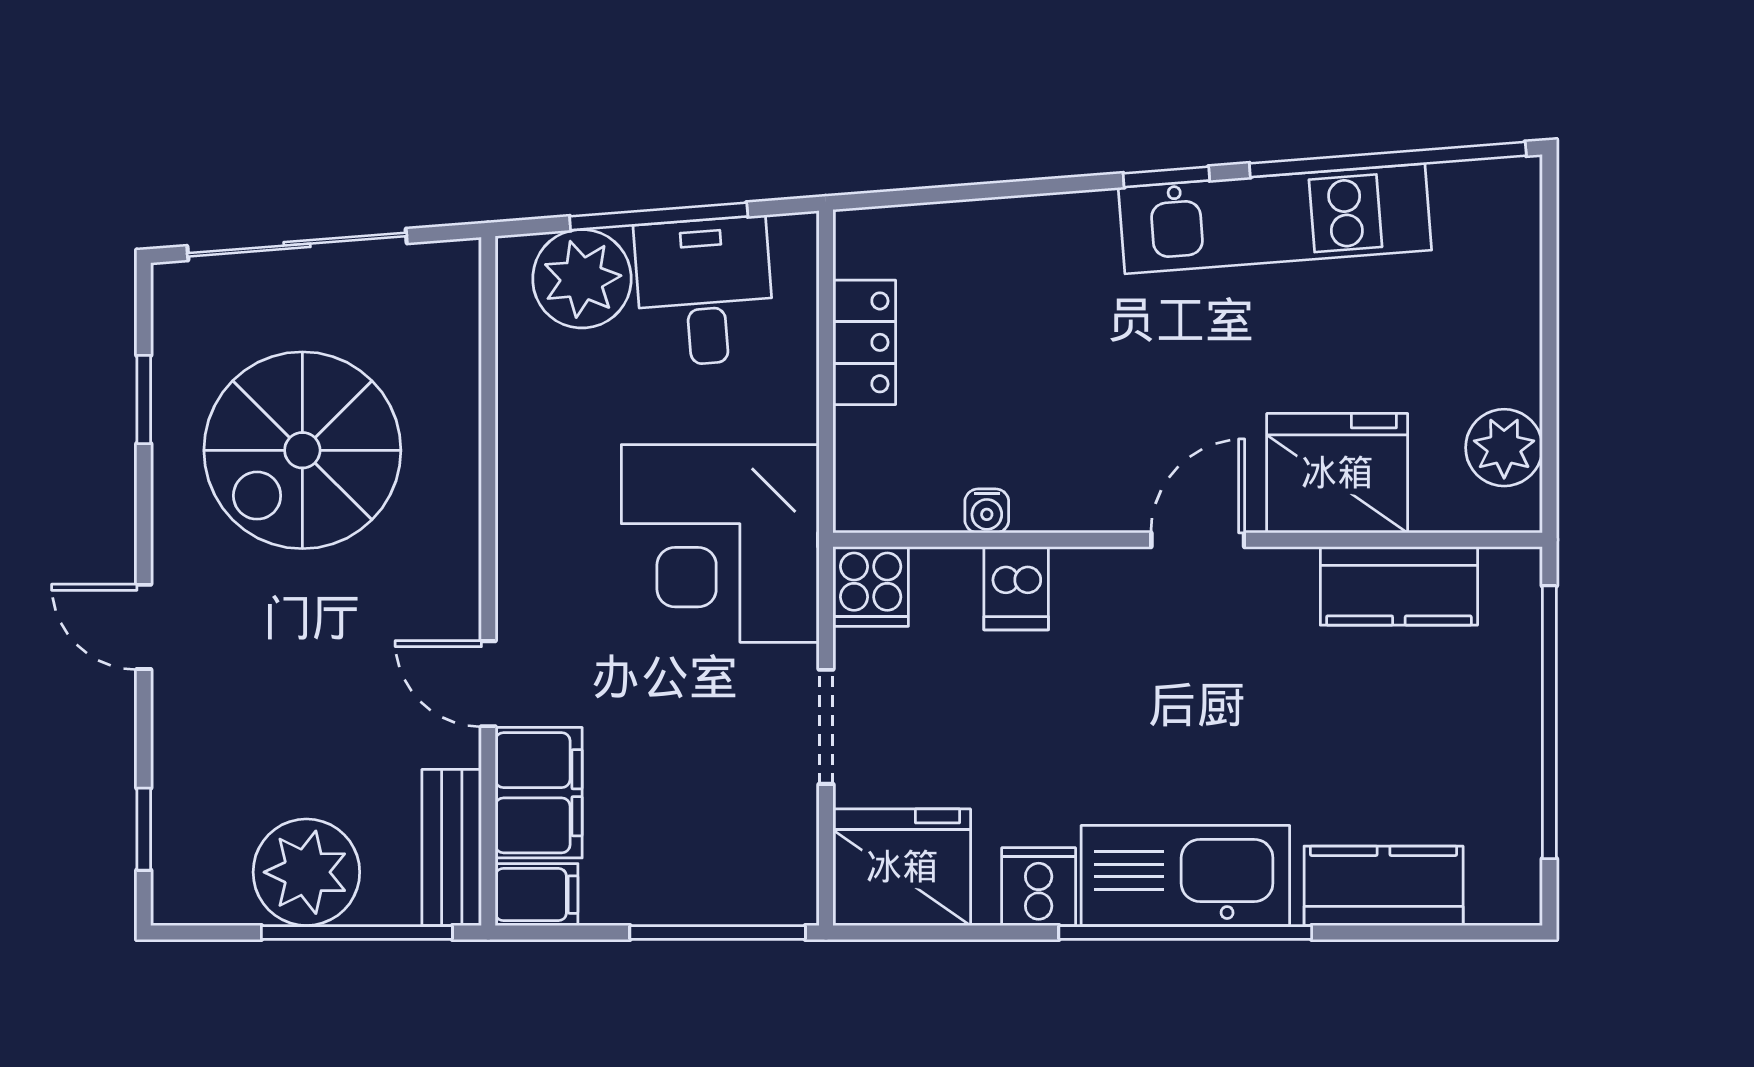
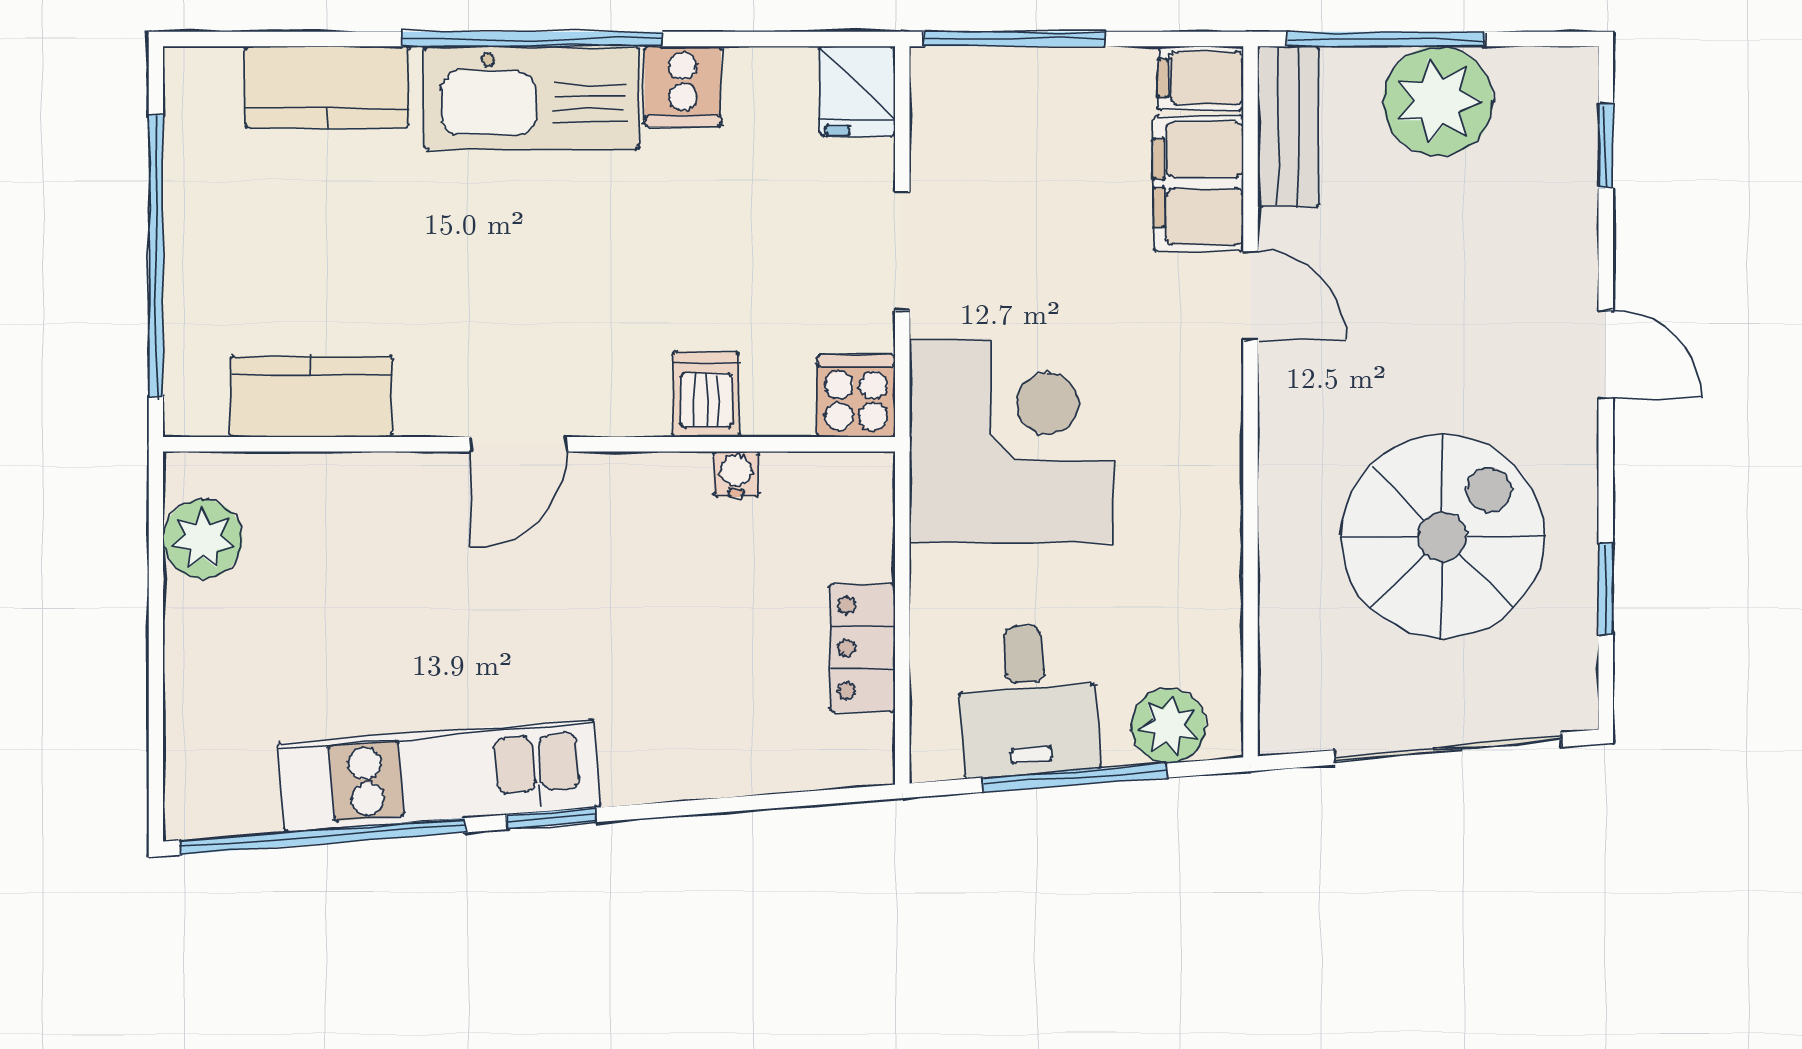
plant: (582, 279) -> (1168, 726), width x0.73, depth x0.73
fridge: (1337, 473) -> (375, 513), removed
fridge: (902, 867) -> (857, 91), width x0.53, depth x0.75

